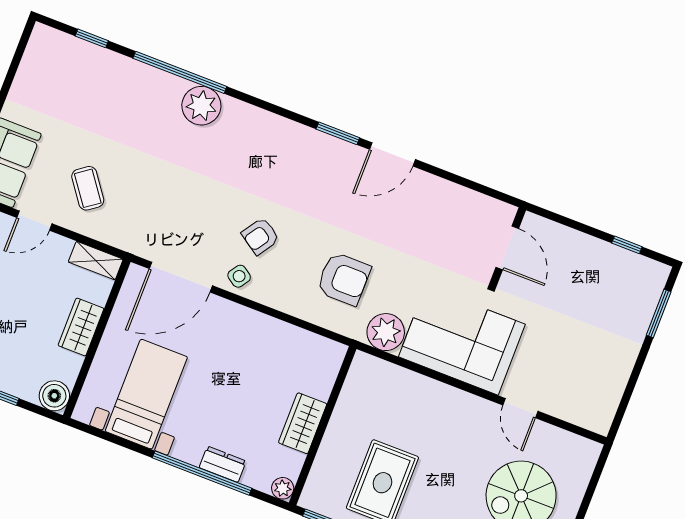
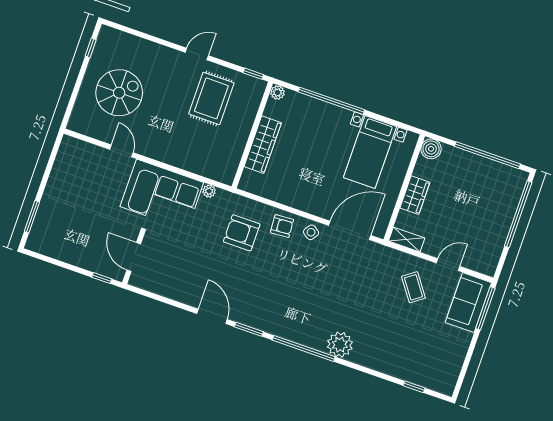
window: (180, 72) -> (304, 348), moved
door: (392, 154) -> (212, 316), hinge flipped
armchair: (260, 236) -> (282, 226), moved, turned 52
window: (627, 245) -> (102, 278), moved
plant: (386, 332) -> (209, 191), width x0.53, depth x0.53
wardrobe: (303, 423) -> (263, 145), width x1.50
dresser: (223, 464) -> (318, 107), removed

